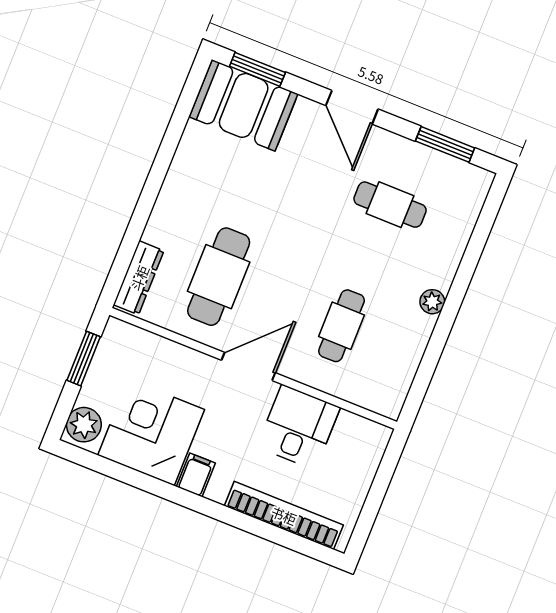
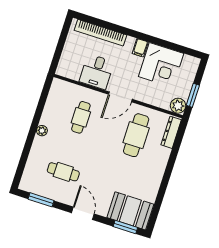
plant: (84, 425) -> (178, 106), moved

